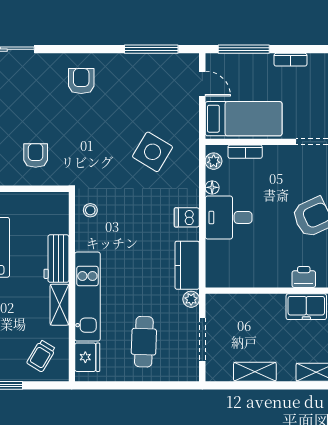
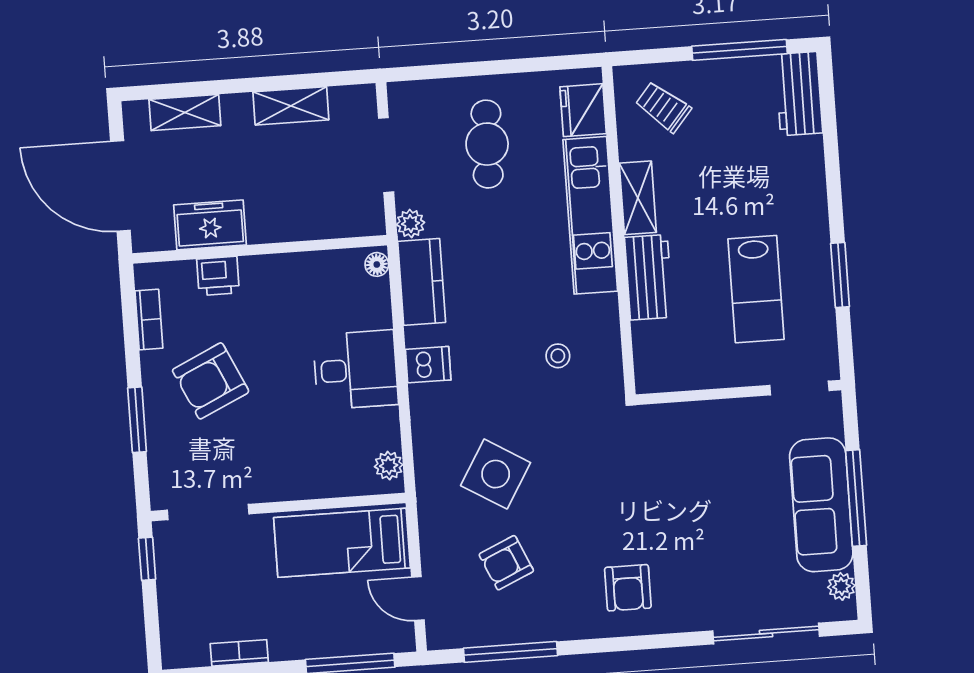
bookcase: (290, 60) -> (239, 653), moved
bookcase: (245, 152) -> (335, 486), removed
armchair: (36, 155) -> (506, 563), moved, turned 66
floor lamp: (212, 187) -> (377, 264), moved
stool: (90, 210) -> (558, 356), moved
trolley: (41, 356) -> (663, 107), turned -81

